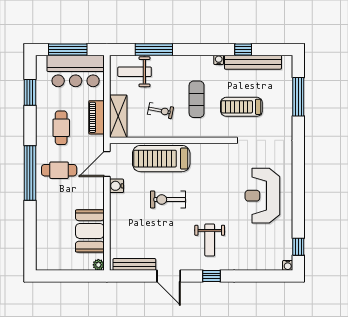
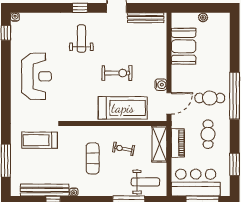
treadmill: (241, 107) -> (40, 140), moved, turned 180
plant: (98, 265) -> (203, 17), moved

